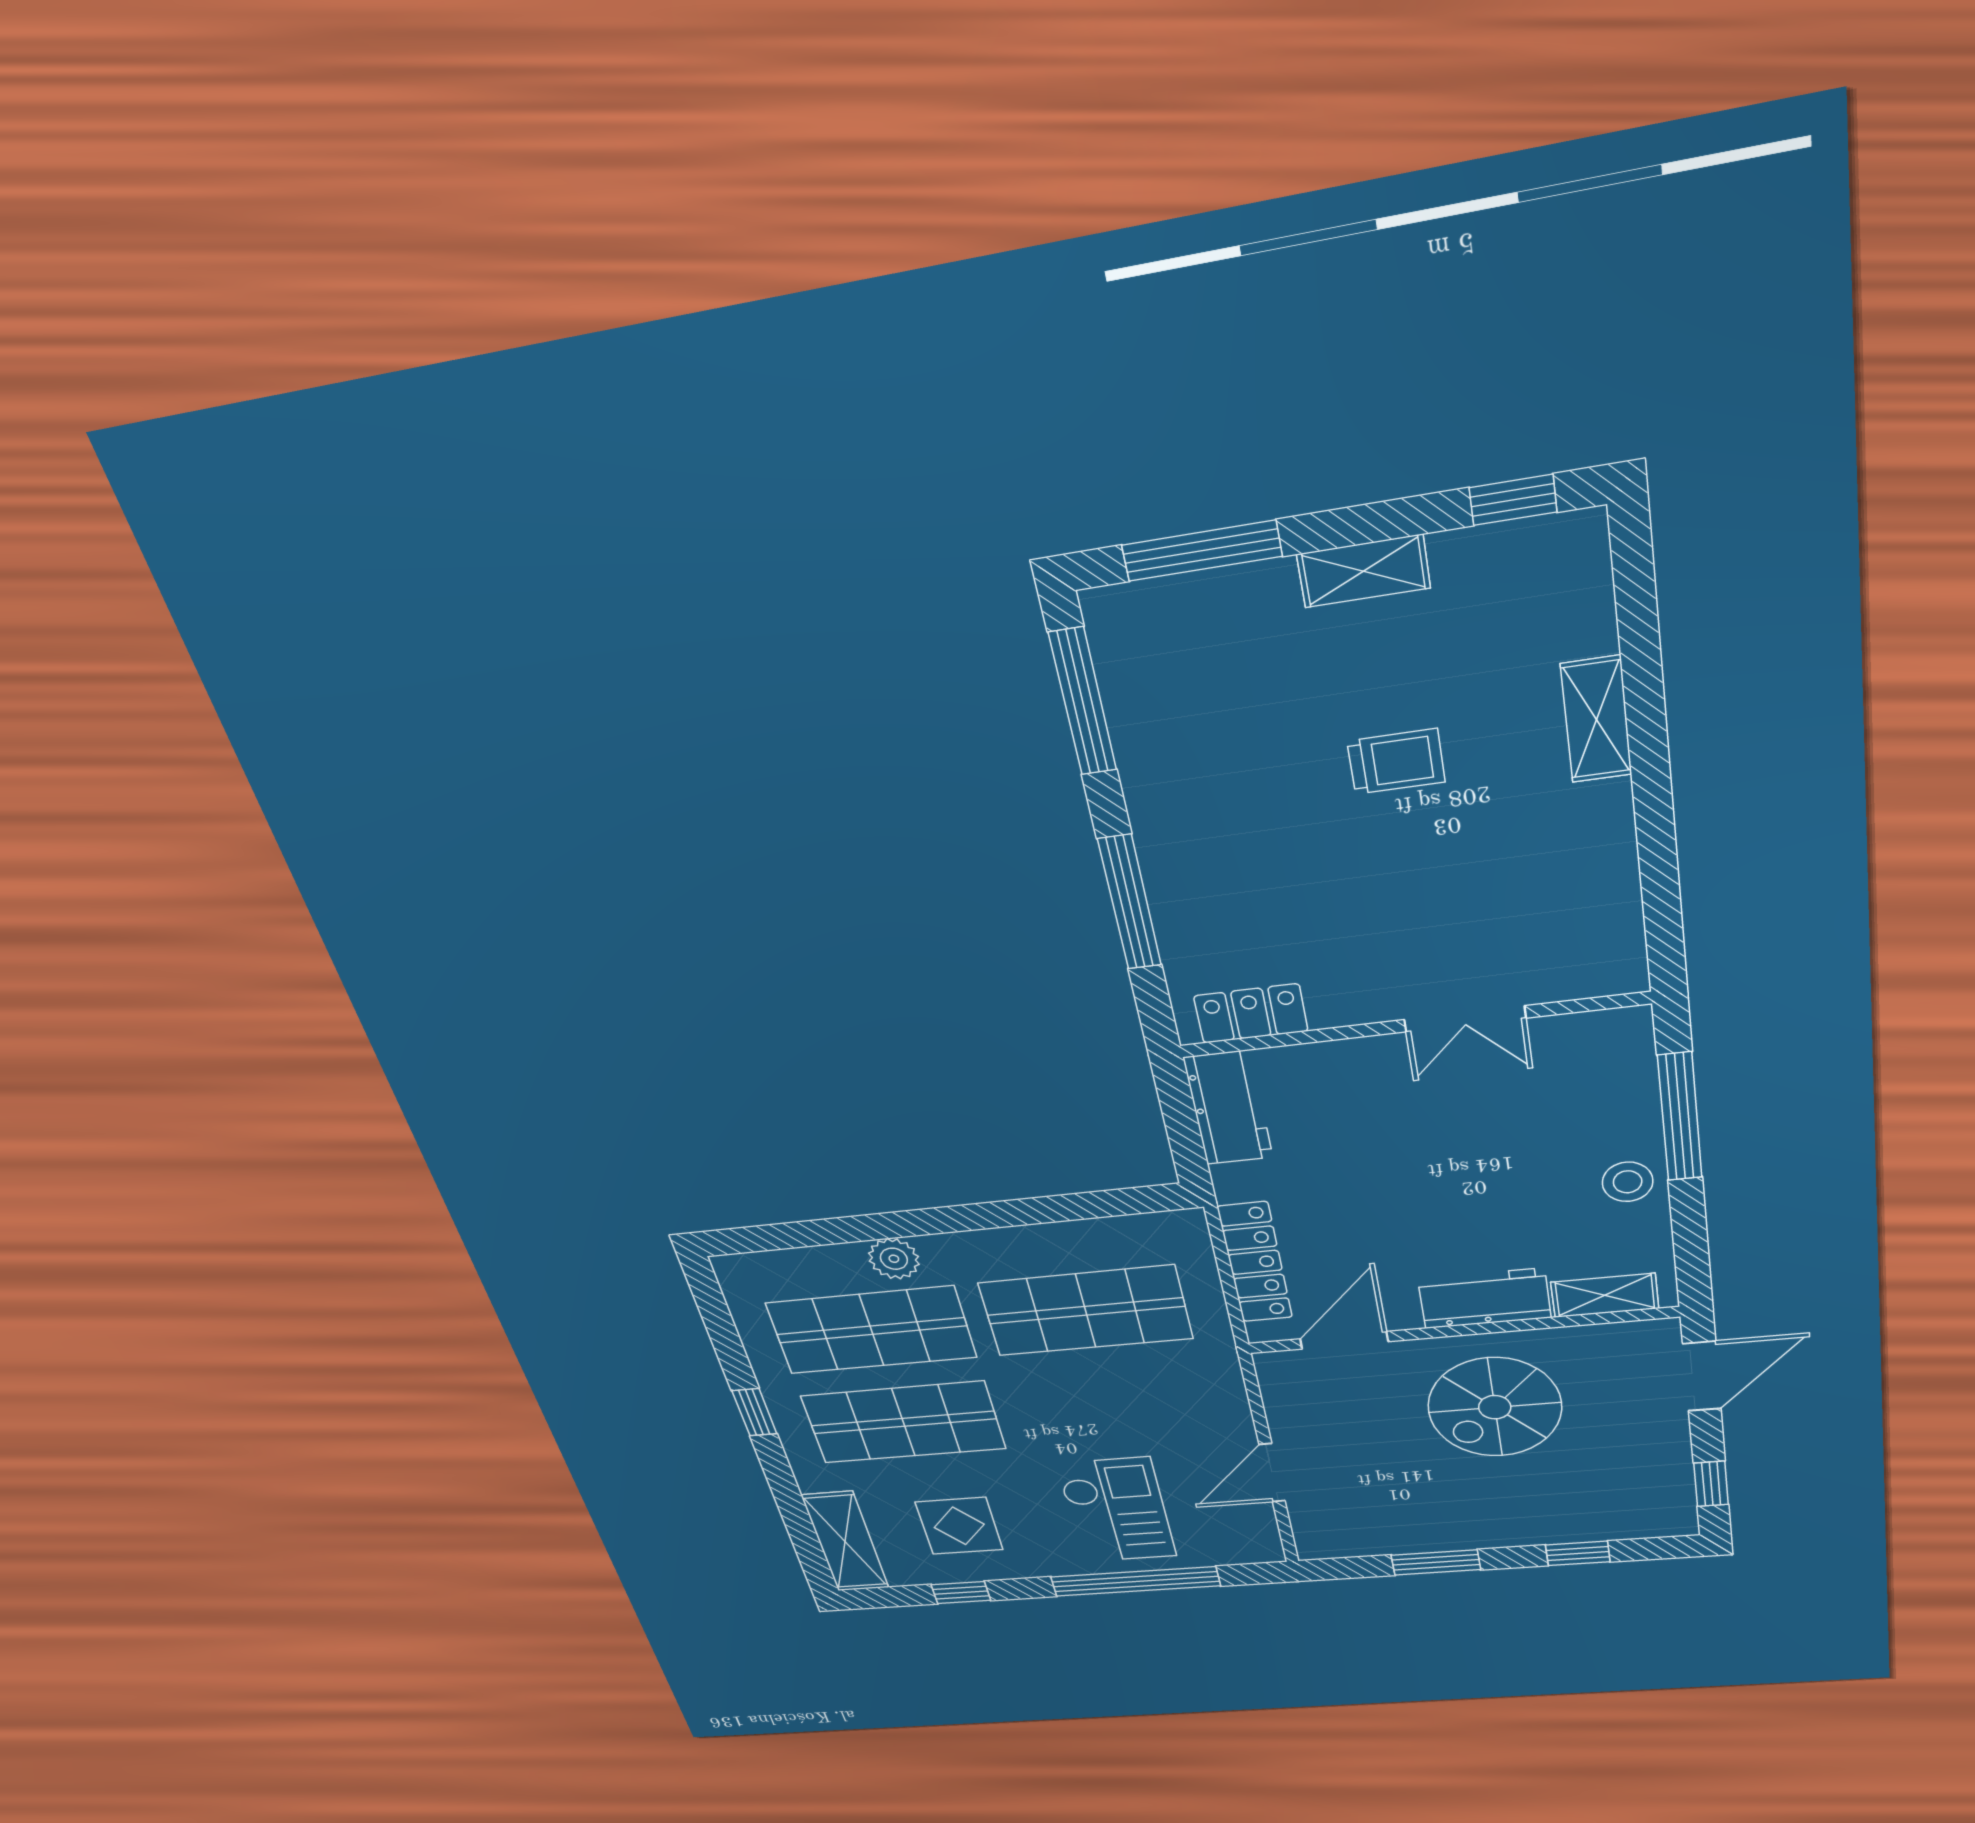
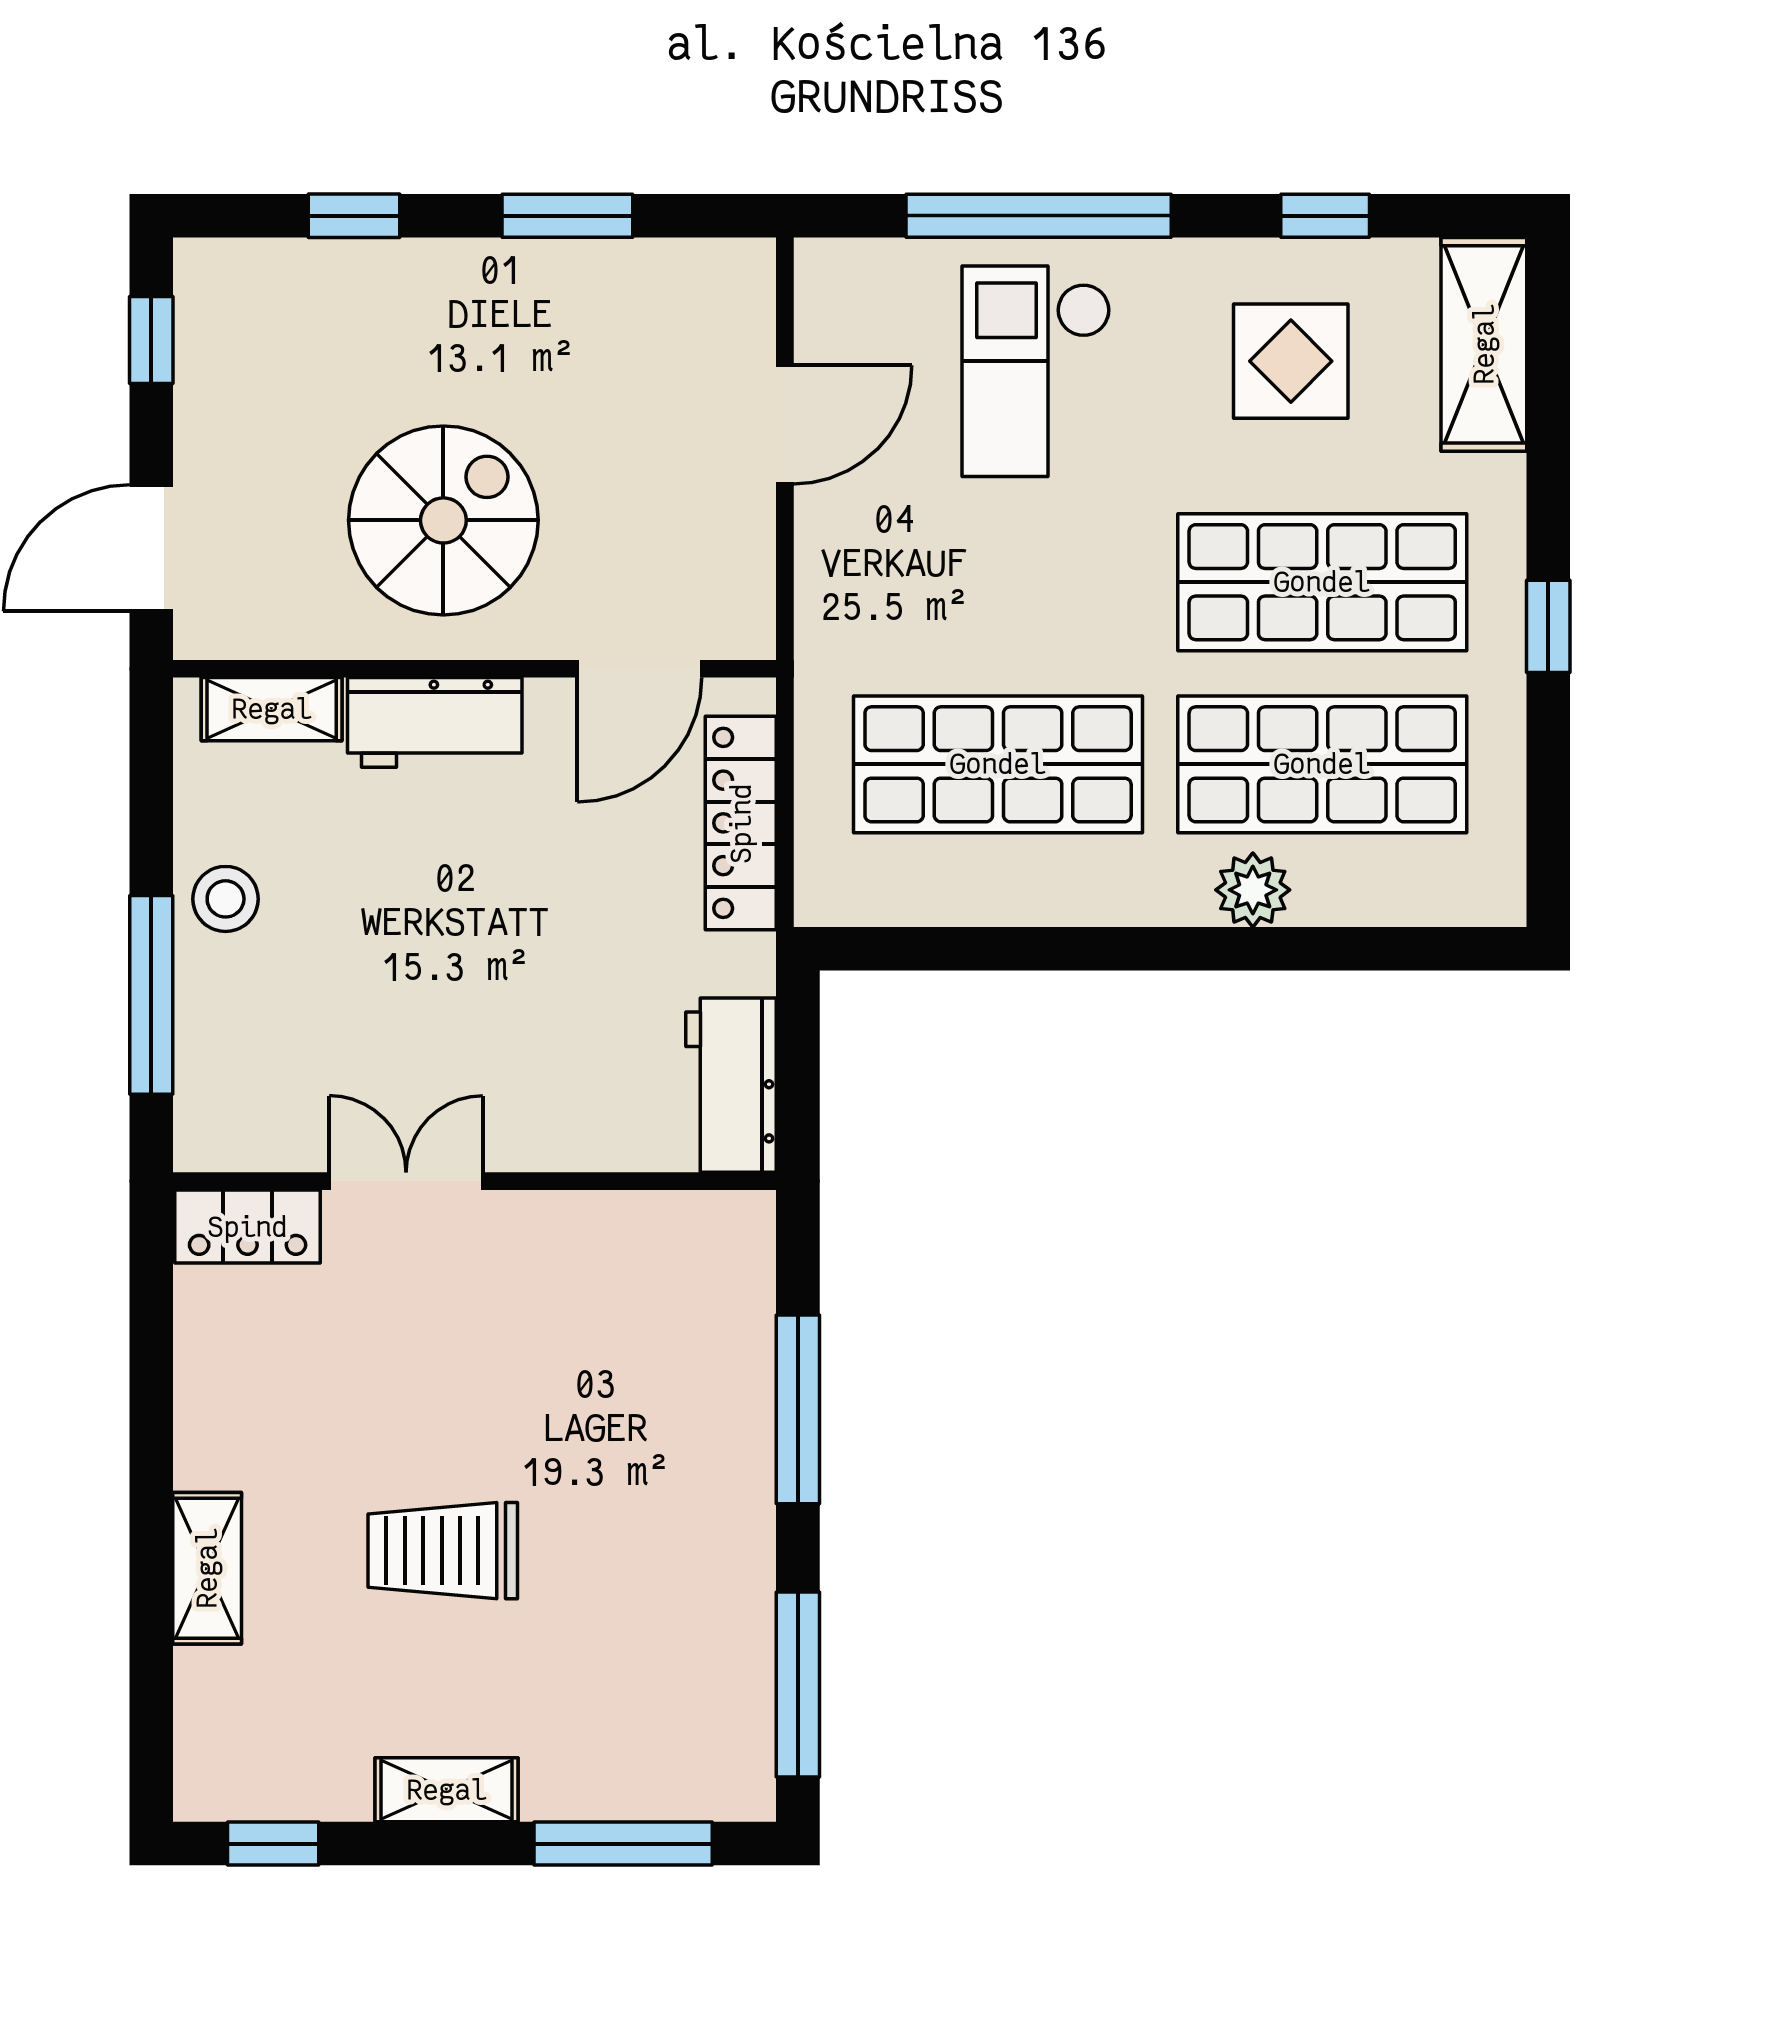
trolley: (1396, 762) -> (443, 1551), width x1.36, depth x1.39
locker: (1251, 1014) -> (248, 1227), moved

